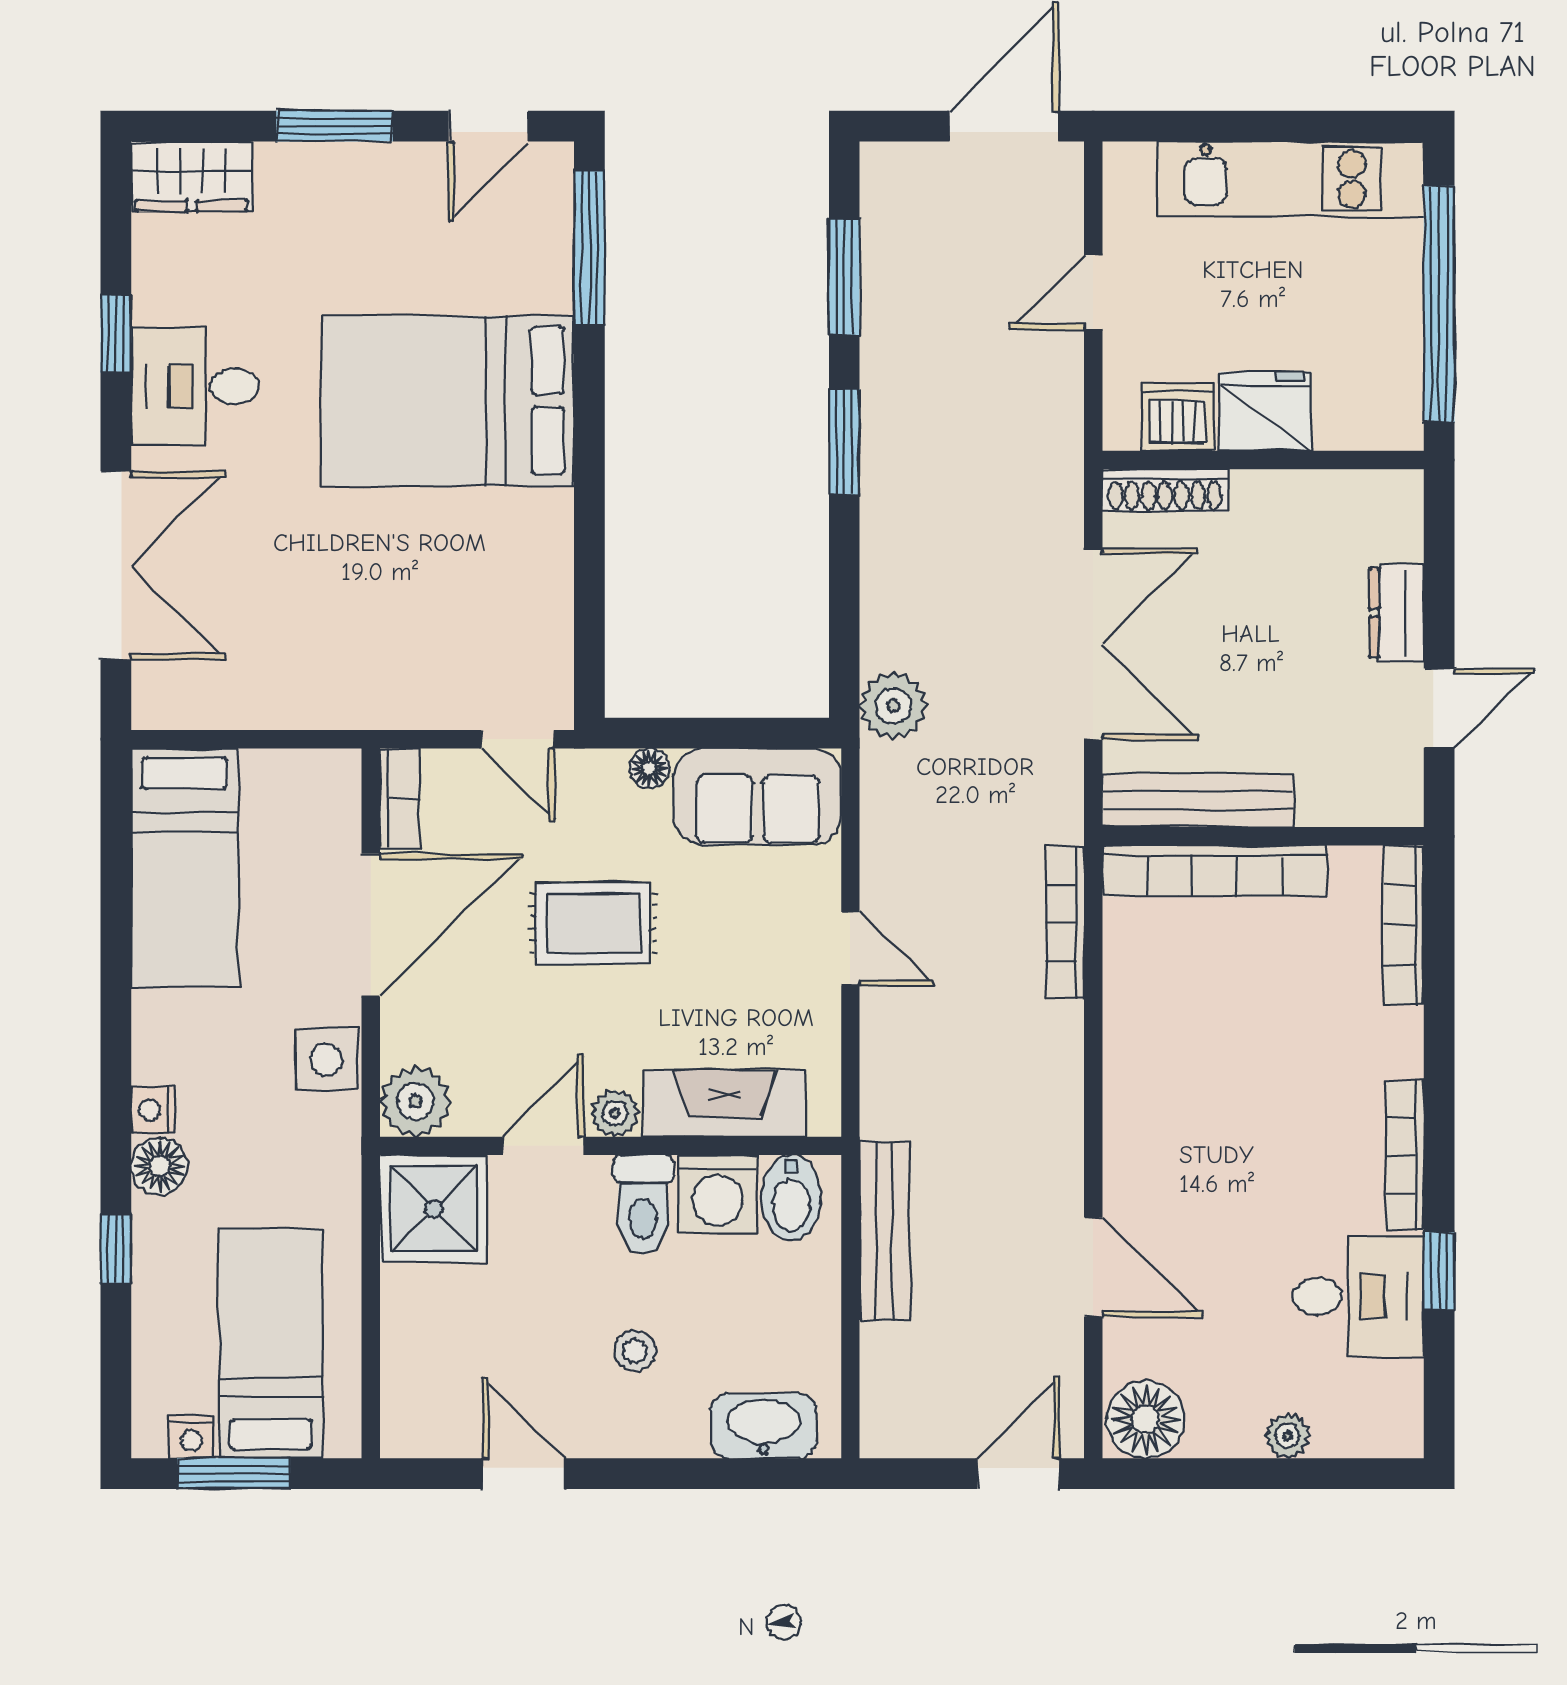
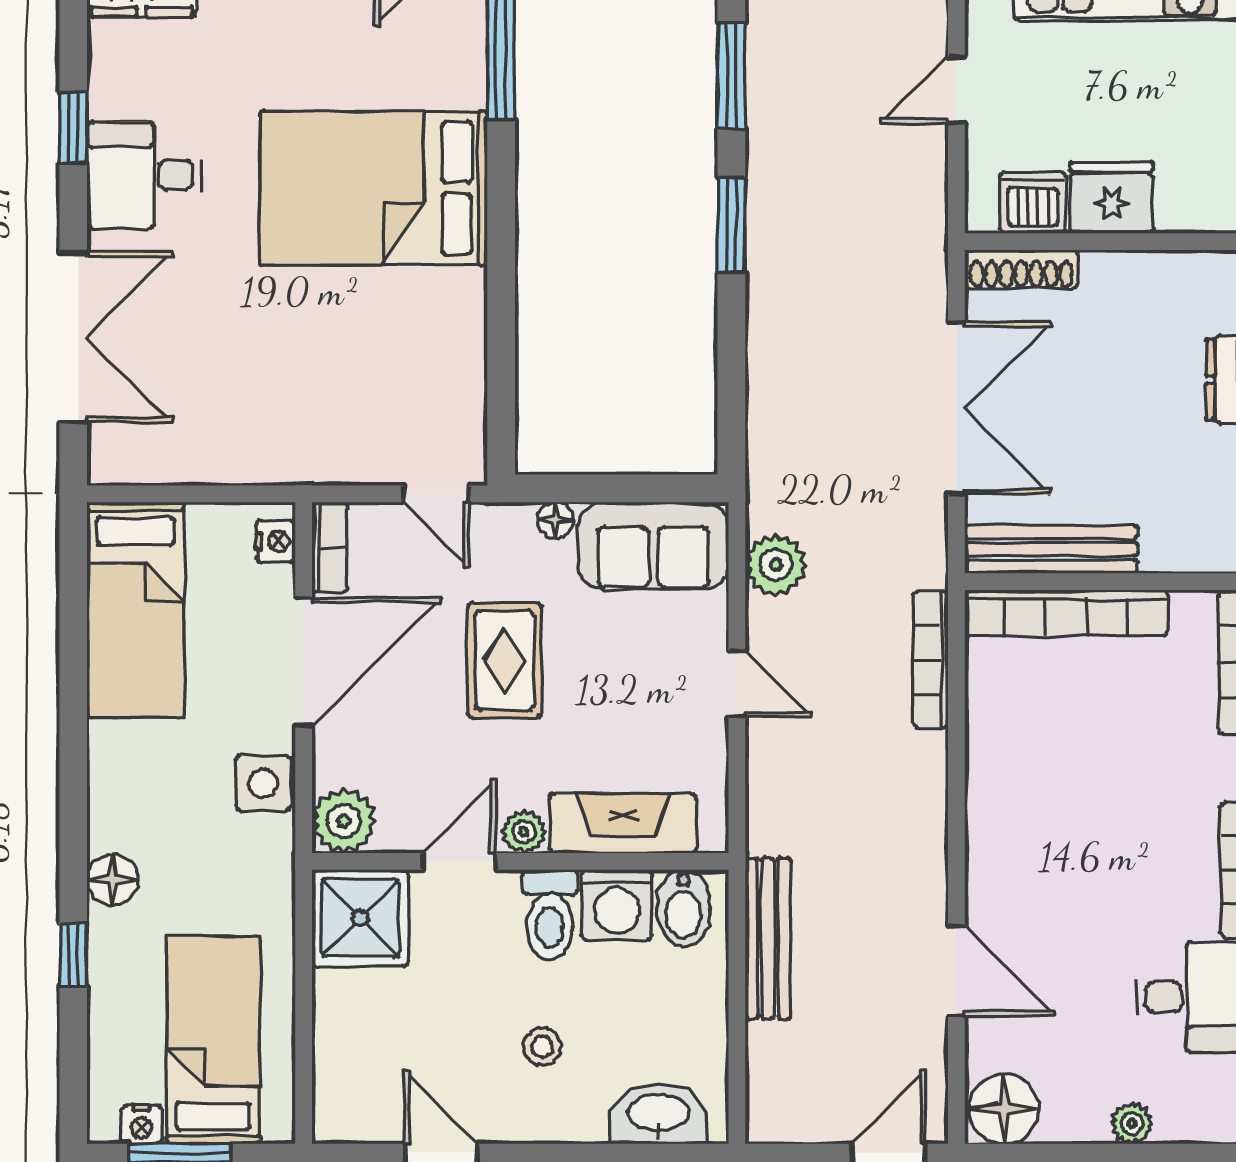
plant: (893, 706) -> (776, 565), moved
rug: (593, 923) -> (505, 660), turned 90
nightstand: (153, 1110) -> (276, 541), moved, turned 180

